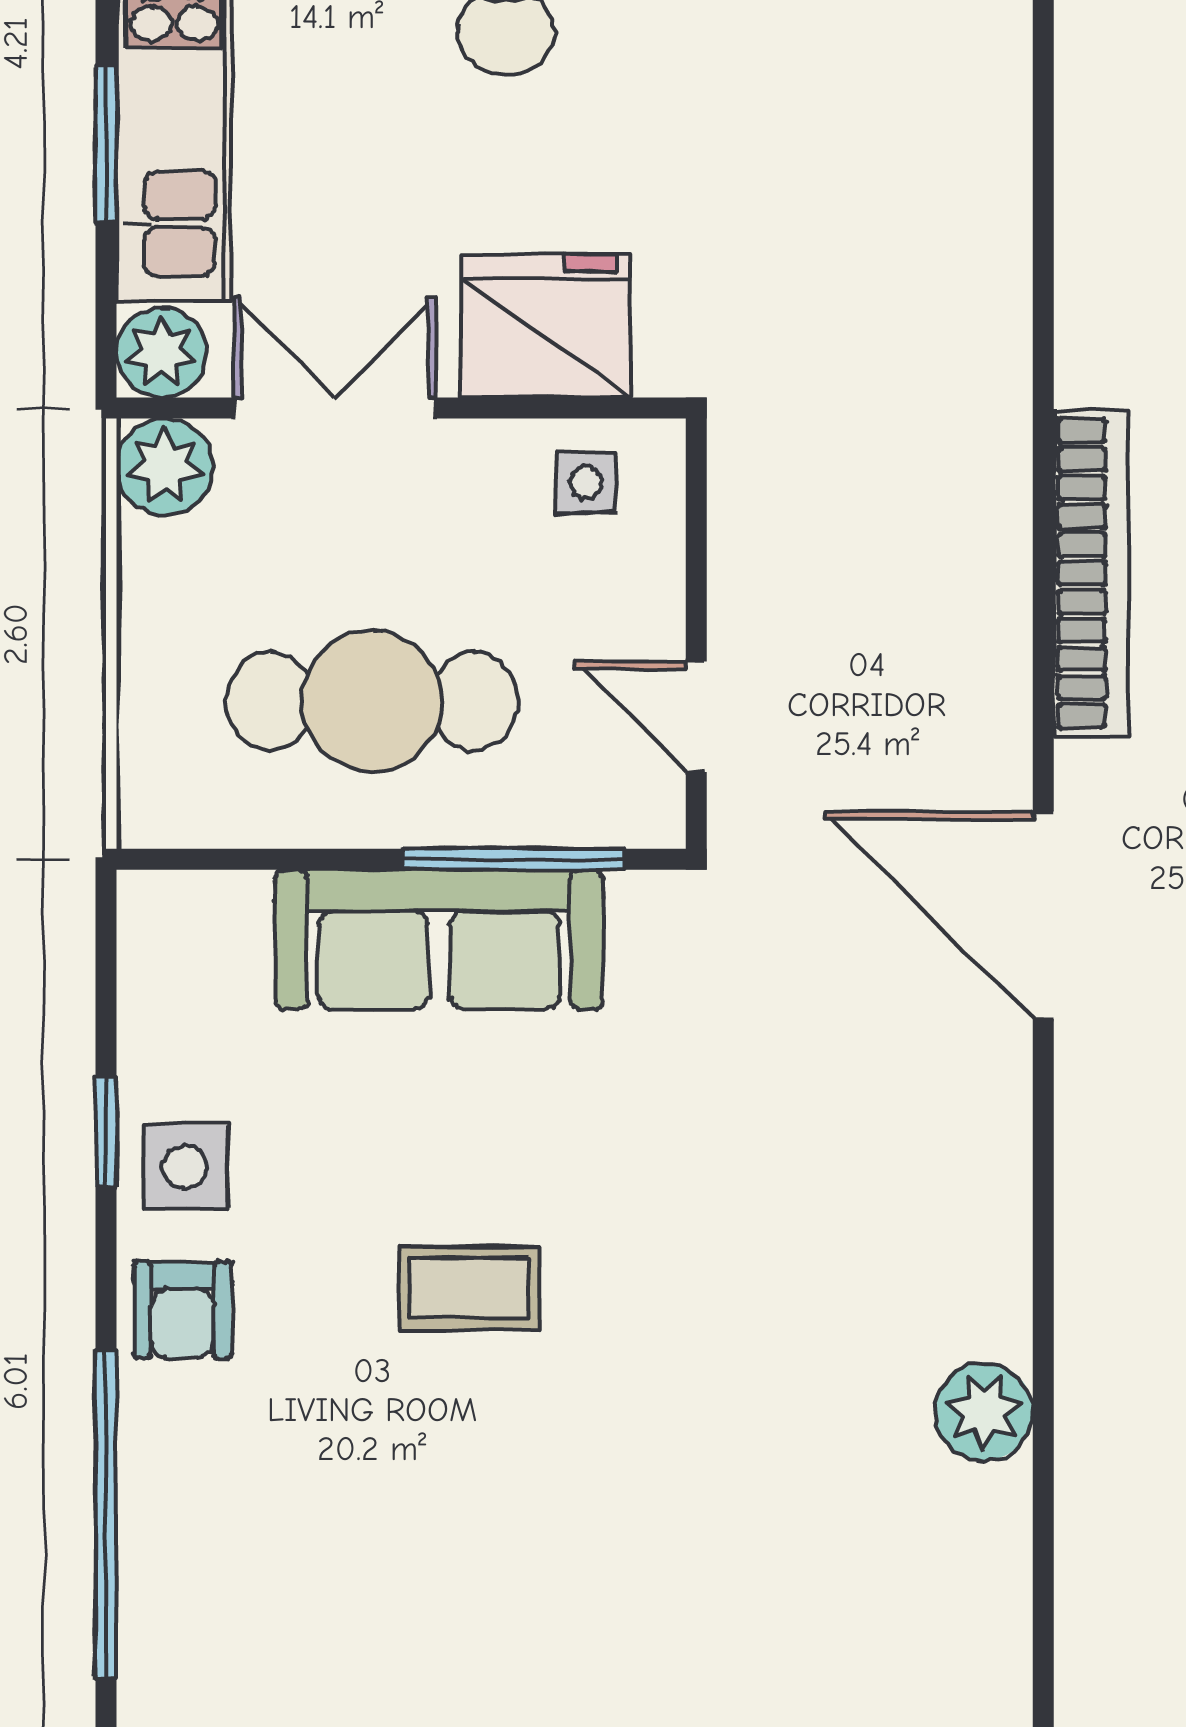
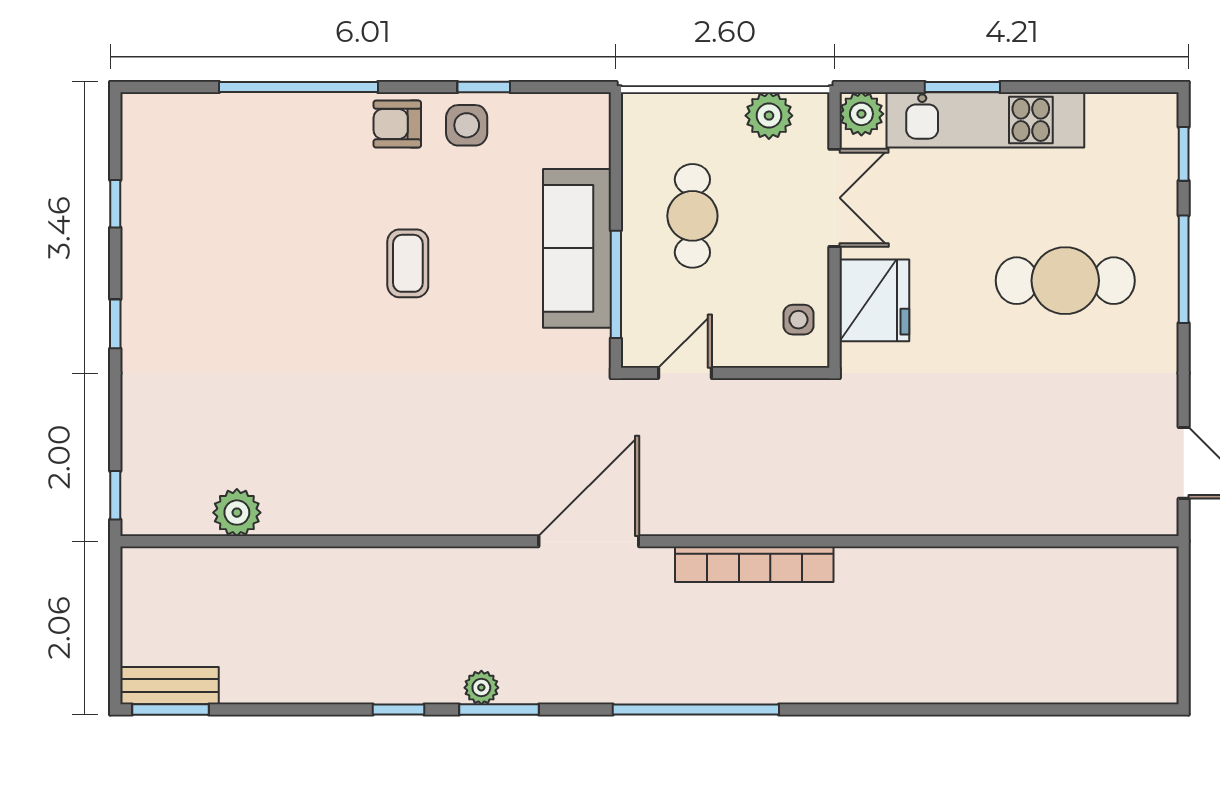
plant: (165, 467) -> (769, 116), moved
cafe table: (372, 701) -> (692, 216), width x0.73, depth x0.74
plant: (984, 1411) -> (237, 513), moved

